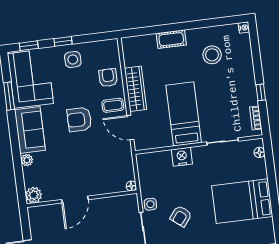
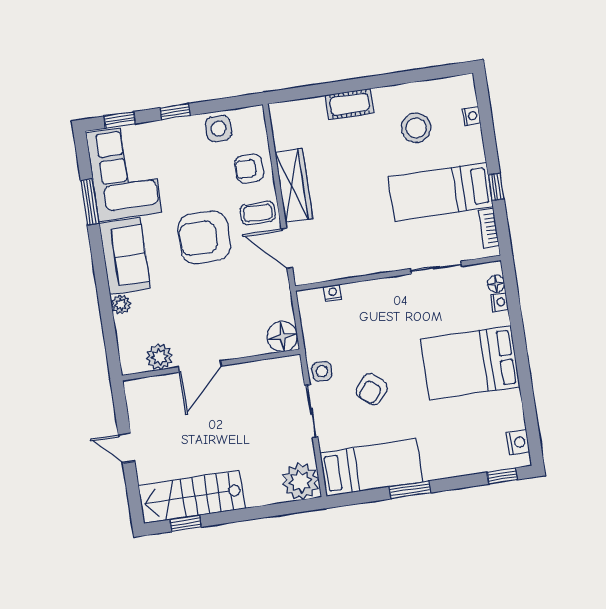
nightstand: (244, 28) -> (471, 116), moved
side table: (73, 59) -> (219, 128), moved
armchair: (108, 78) -> (249, 168), turned -90
bed: (184, 114) -> (441, 192), moved, turned -90
armchair: (79, 120) -> (204, 237), width x1.36, depth x1.36
nightstand: (182, 157) -> (333, 293), moved, width x0.53, depth x0.56
nightstand: (261, 164) -> (499, 302), added
floor lamp: (131, 186) -> (282, 336), width x1.89, depth x1.89
plant: (34, 195) -> (159, 357), moved

